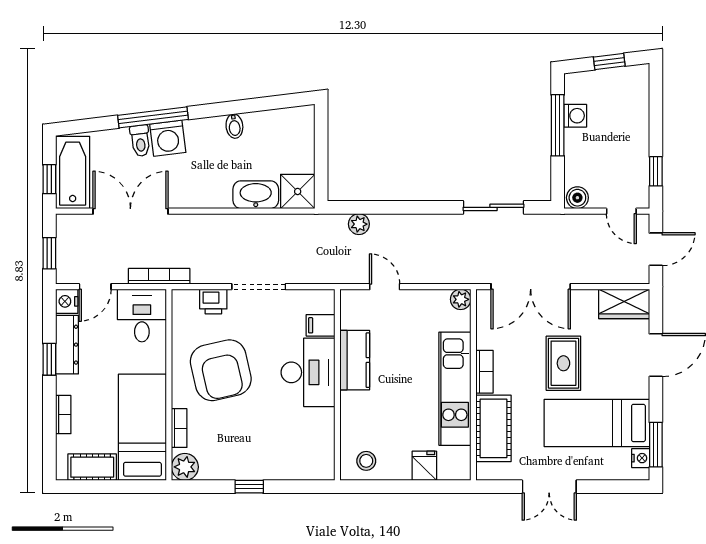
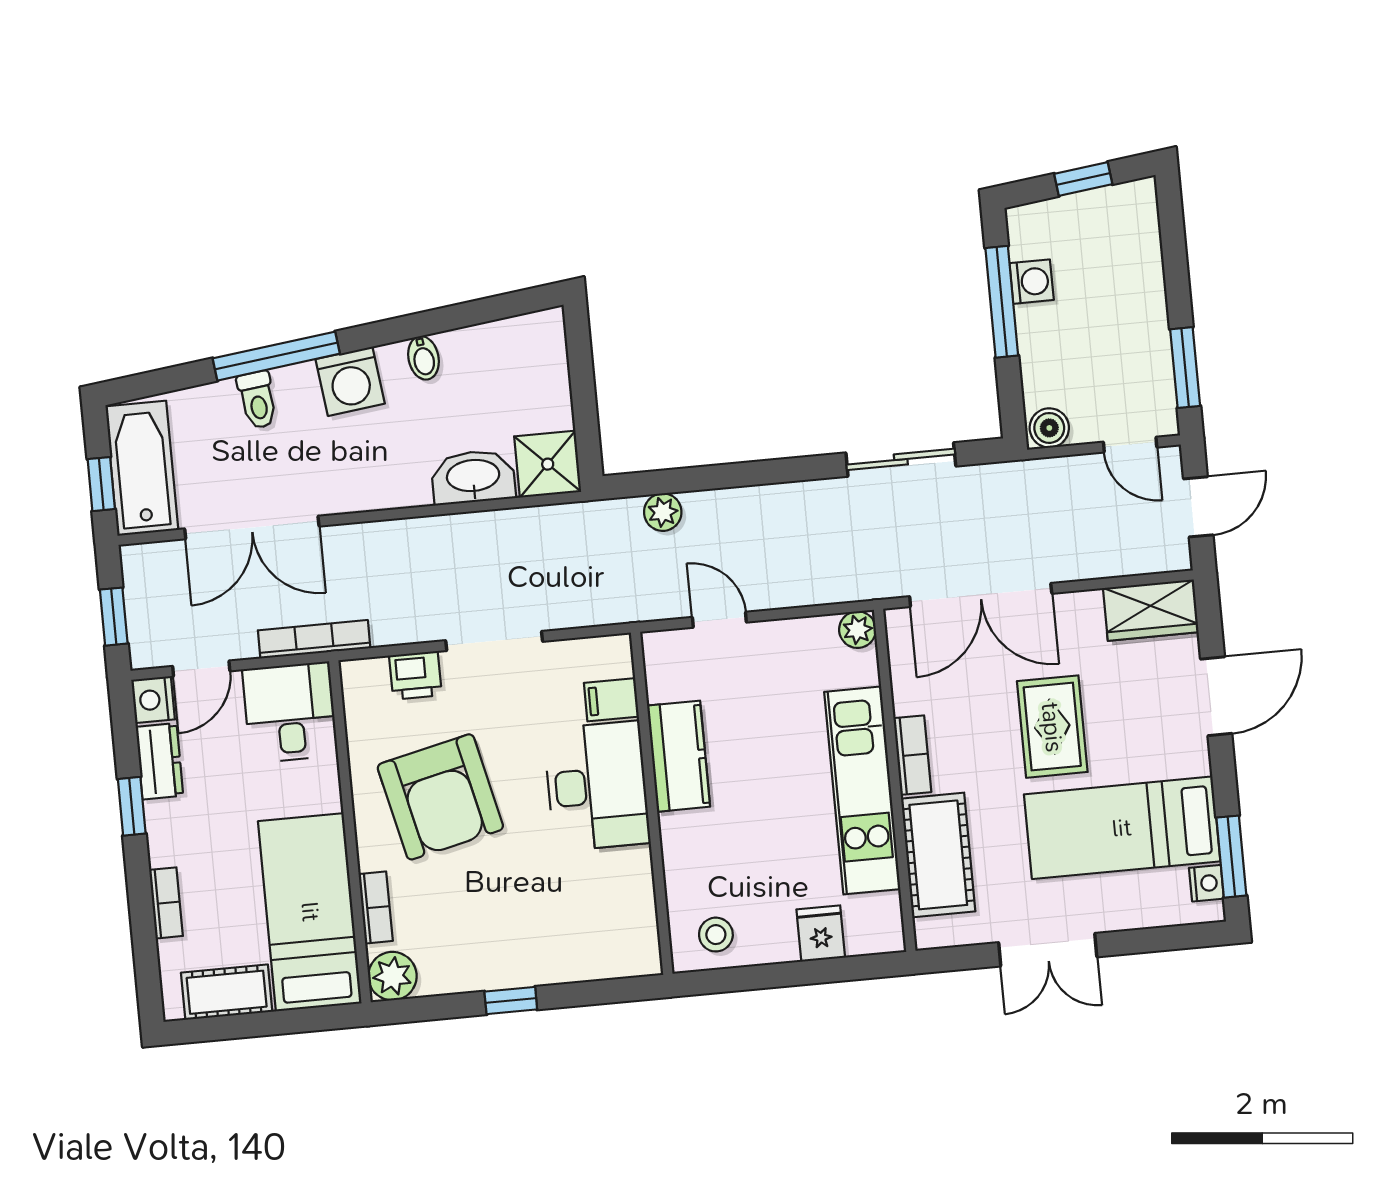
washing machine: (168, 138) -> (350, 381), moved
window: (656, 171) -> (1185, 368), width x1.50
double door: (130, 211) -> (252, 528), swing flipped
dresser: (67, 345) -> (159, 761), width x0.70

